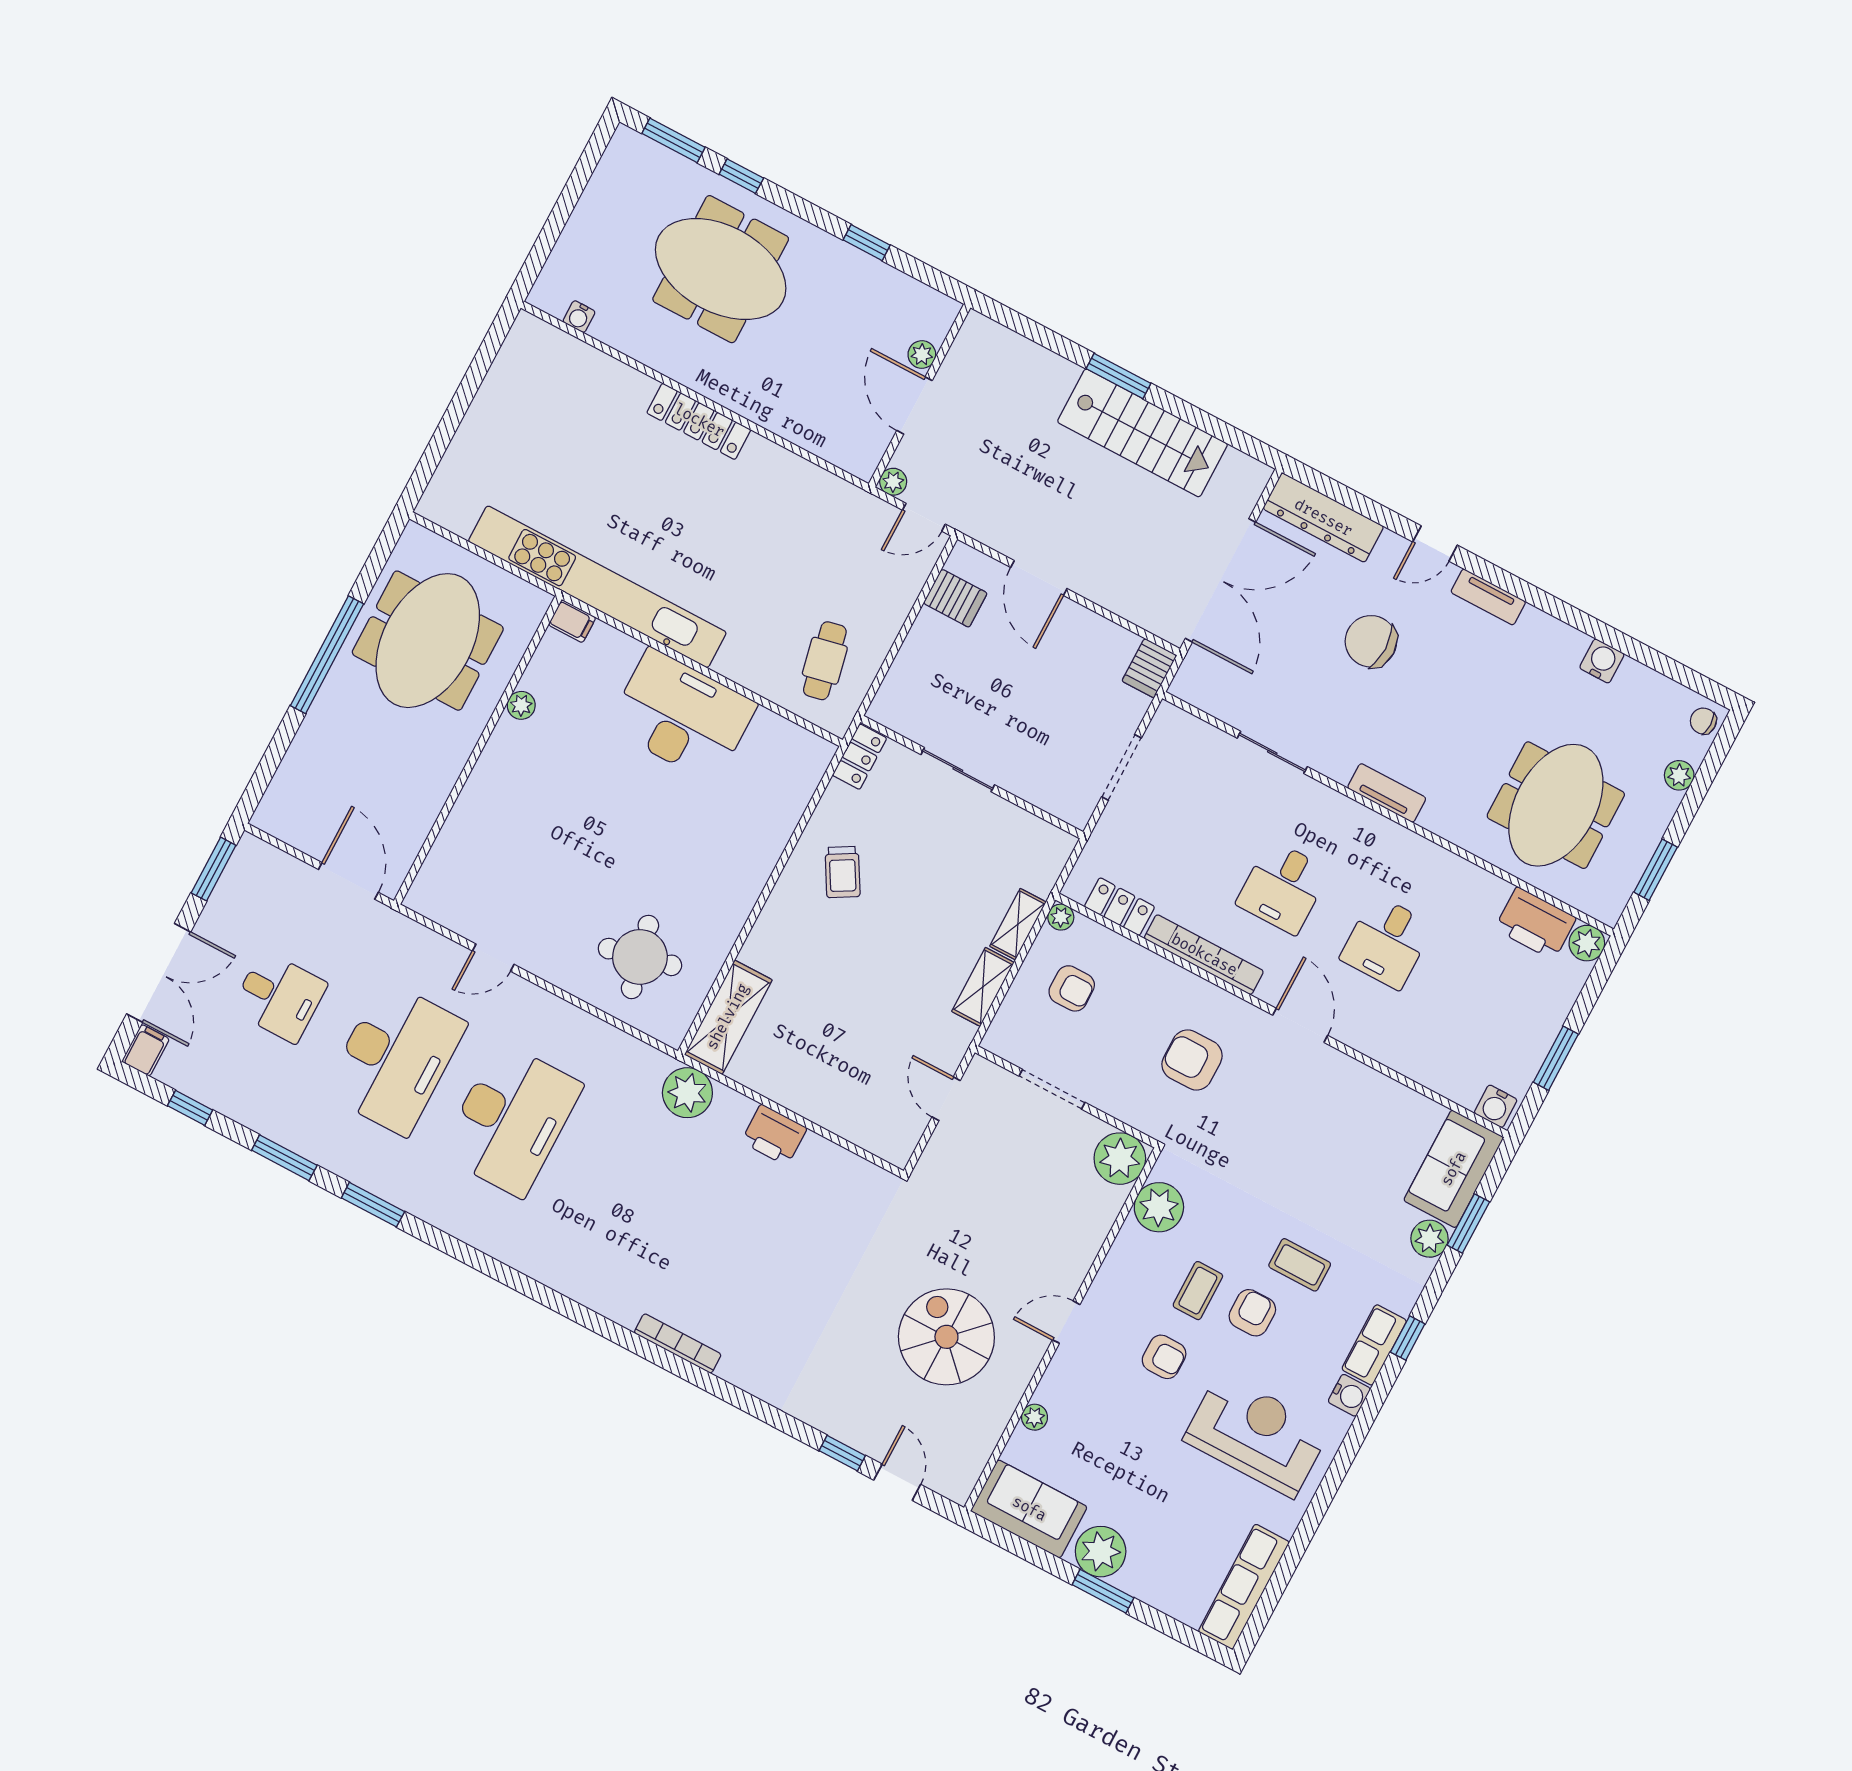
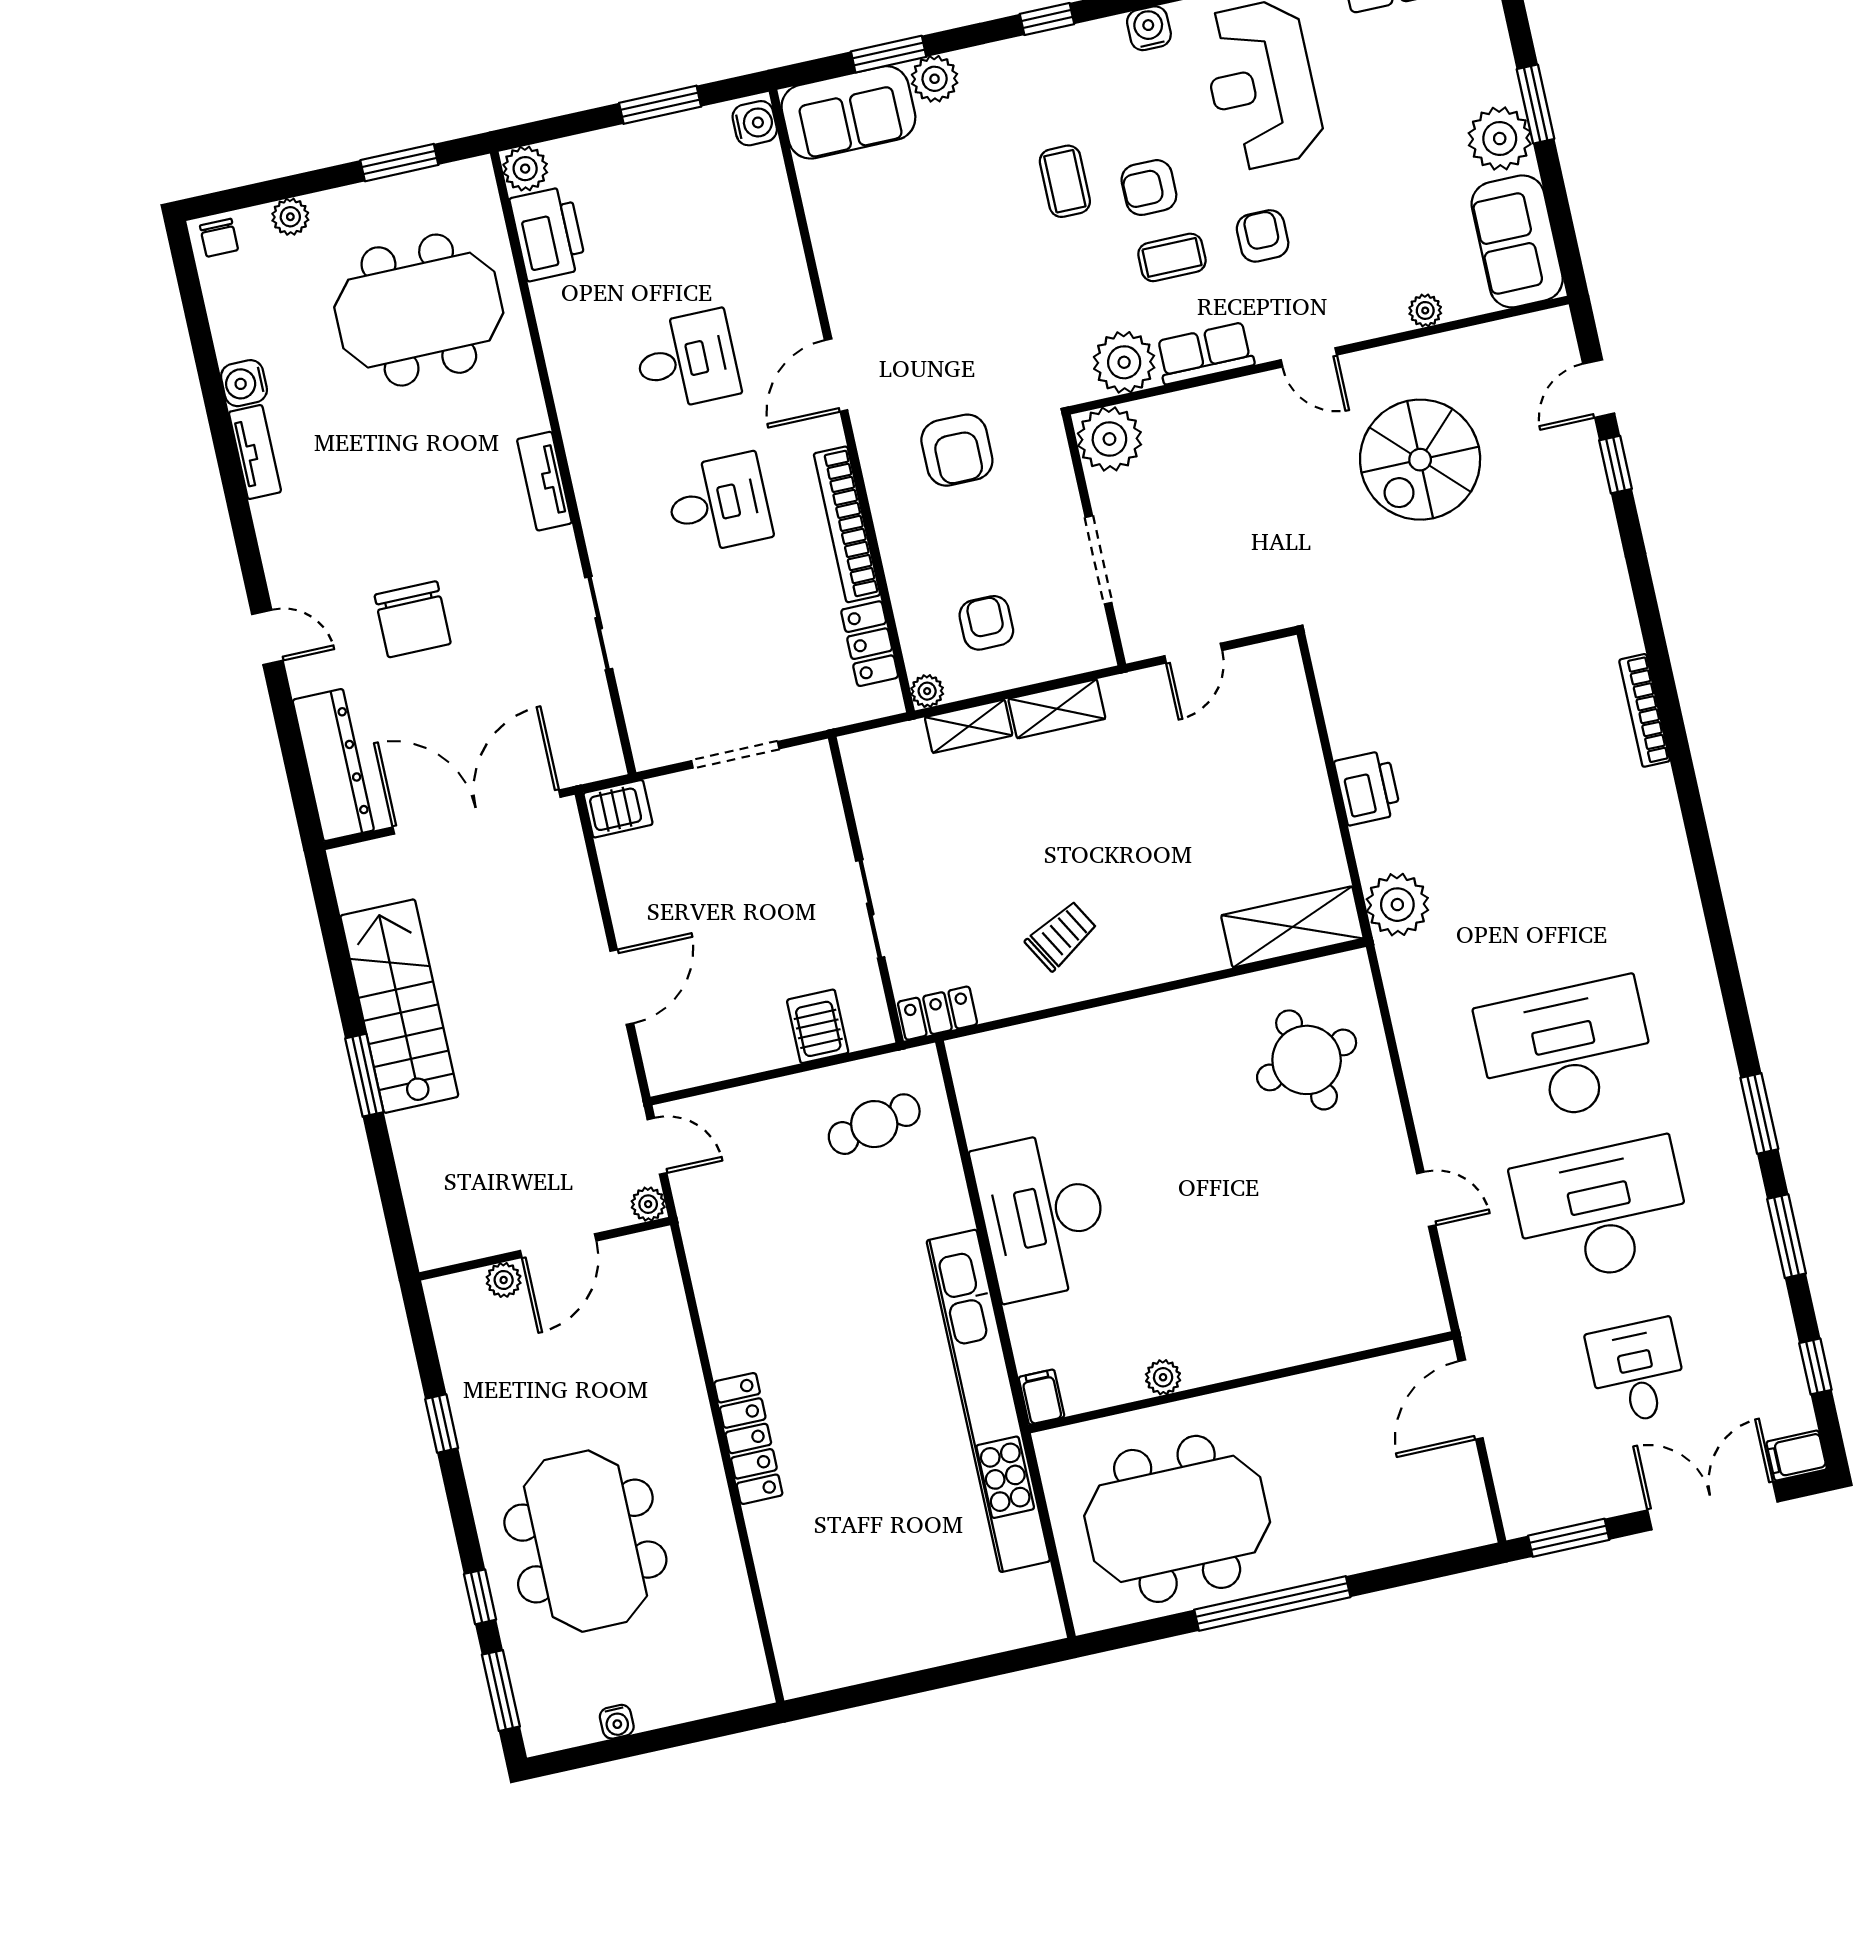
water cooler: (579, 317) -> (617, 1722), moved, turned 90
tv unit: (1488, 597) -> (255, 452), moved
server rack: (955, 598) -> (818, 1026), moved
row of seats: (1374, 1345) -> (1205, 353), moved, turned 180

